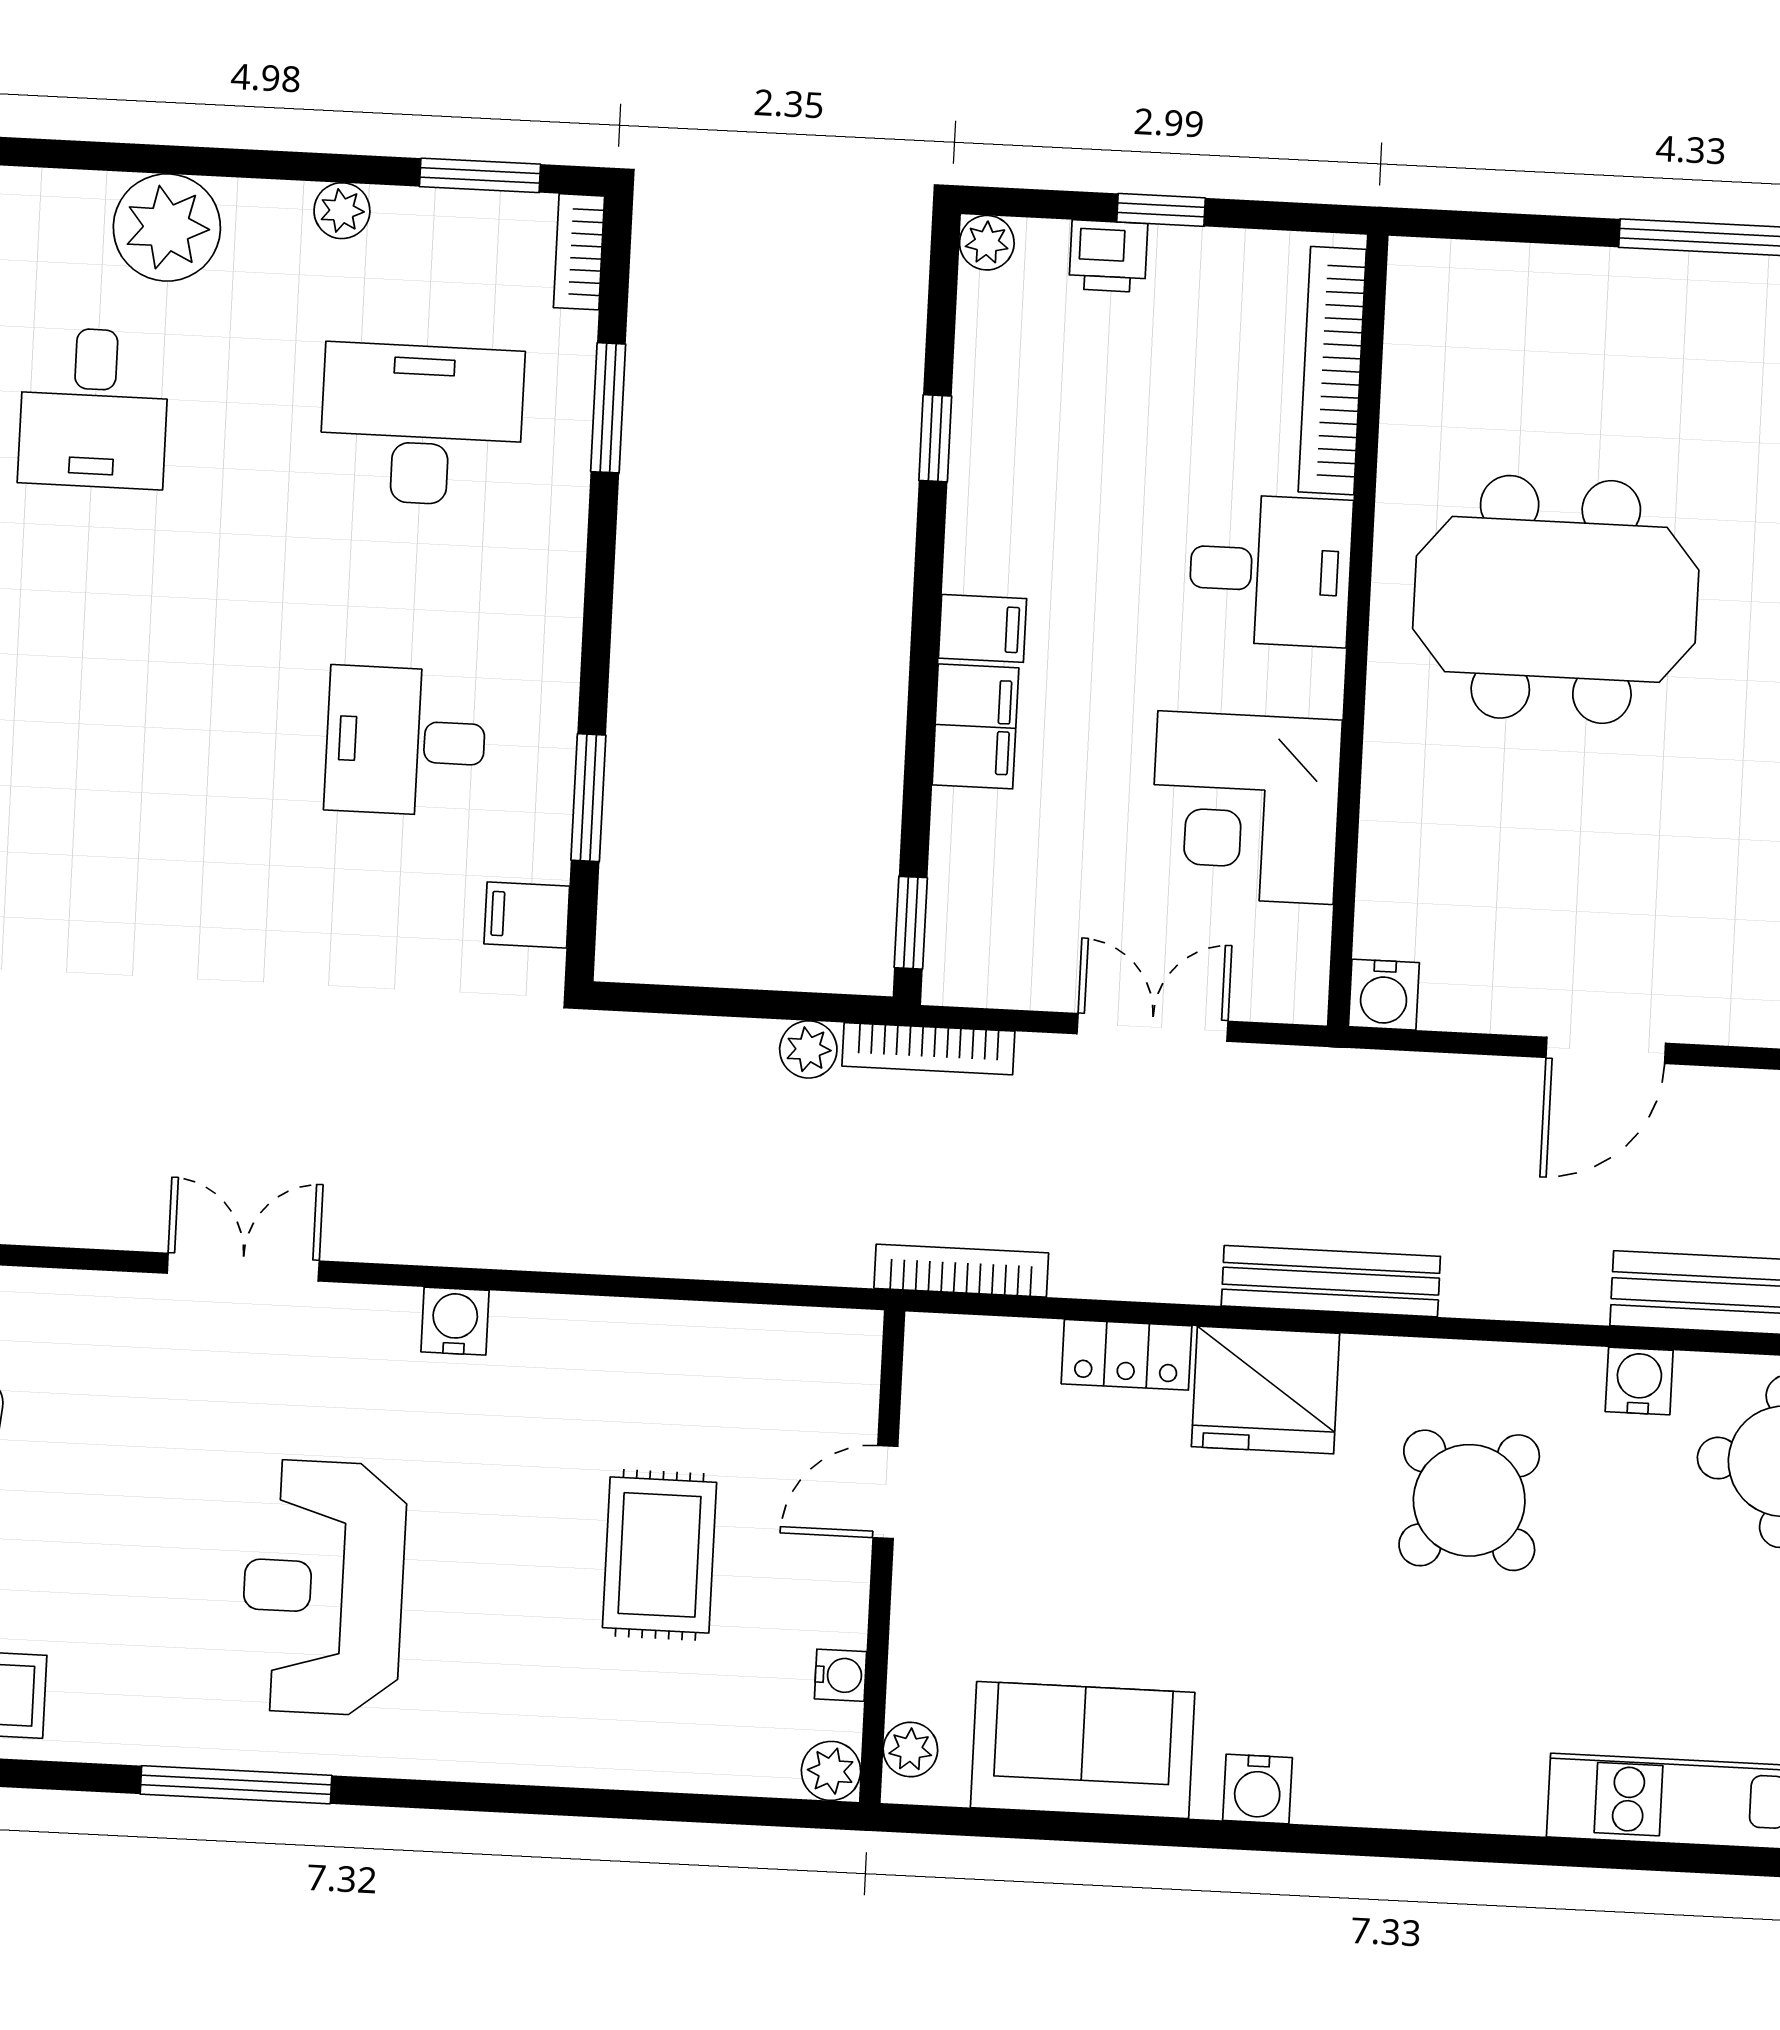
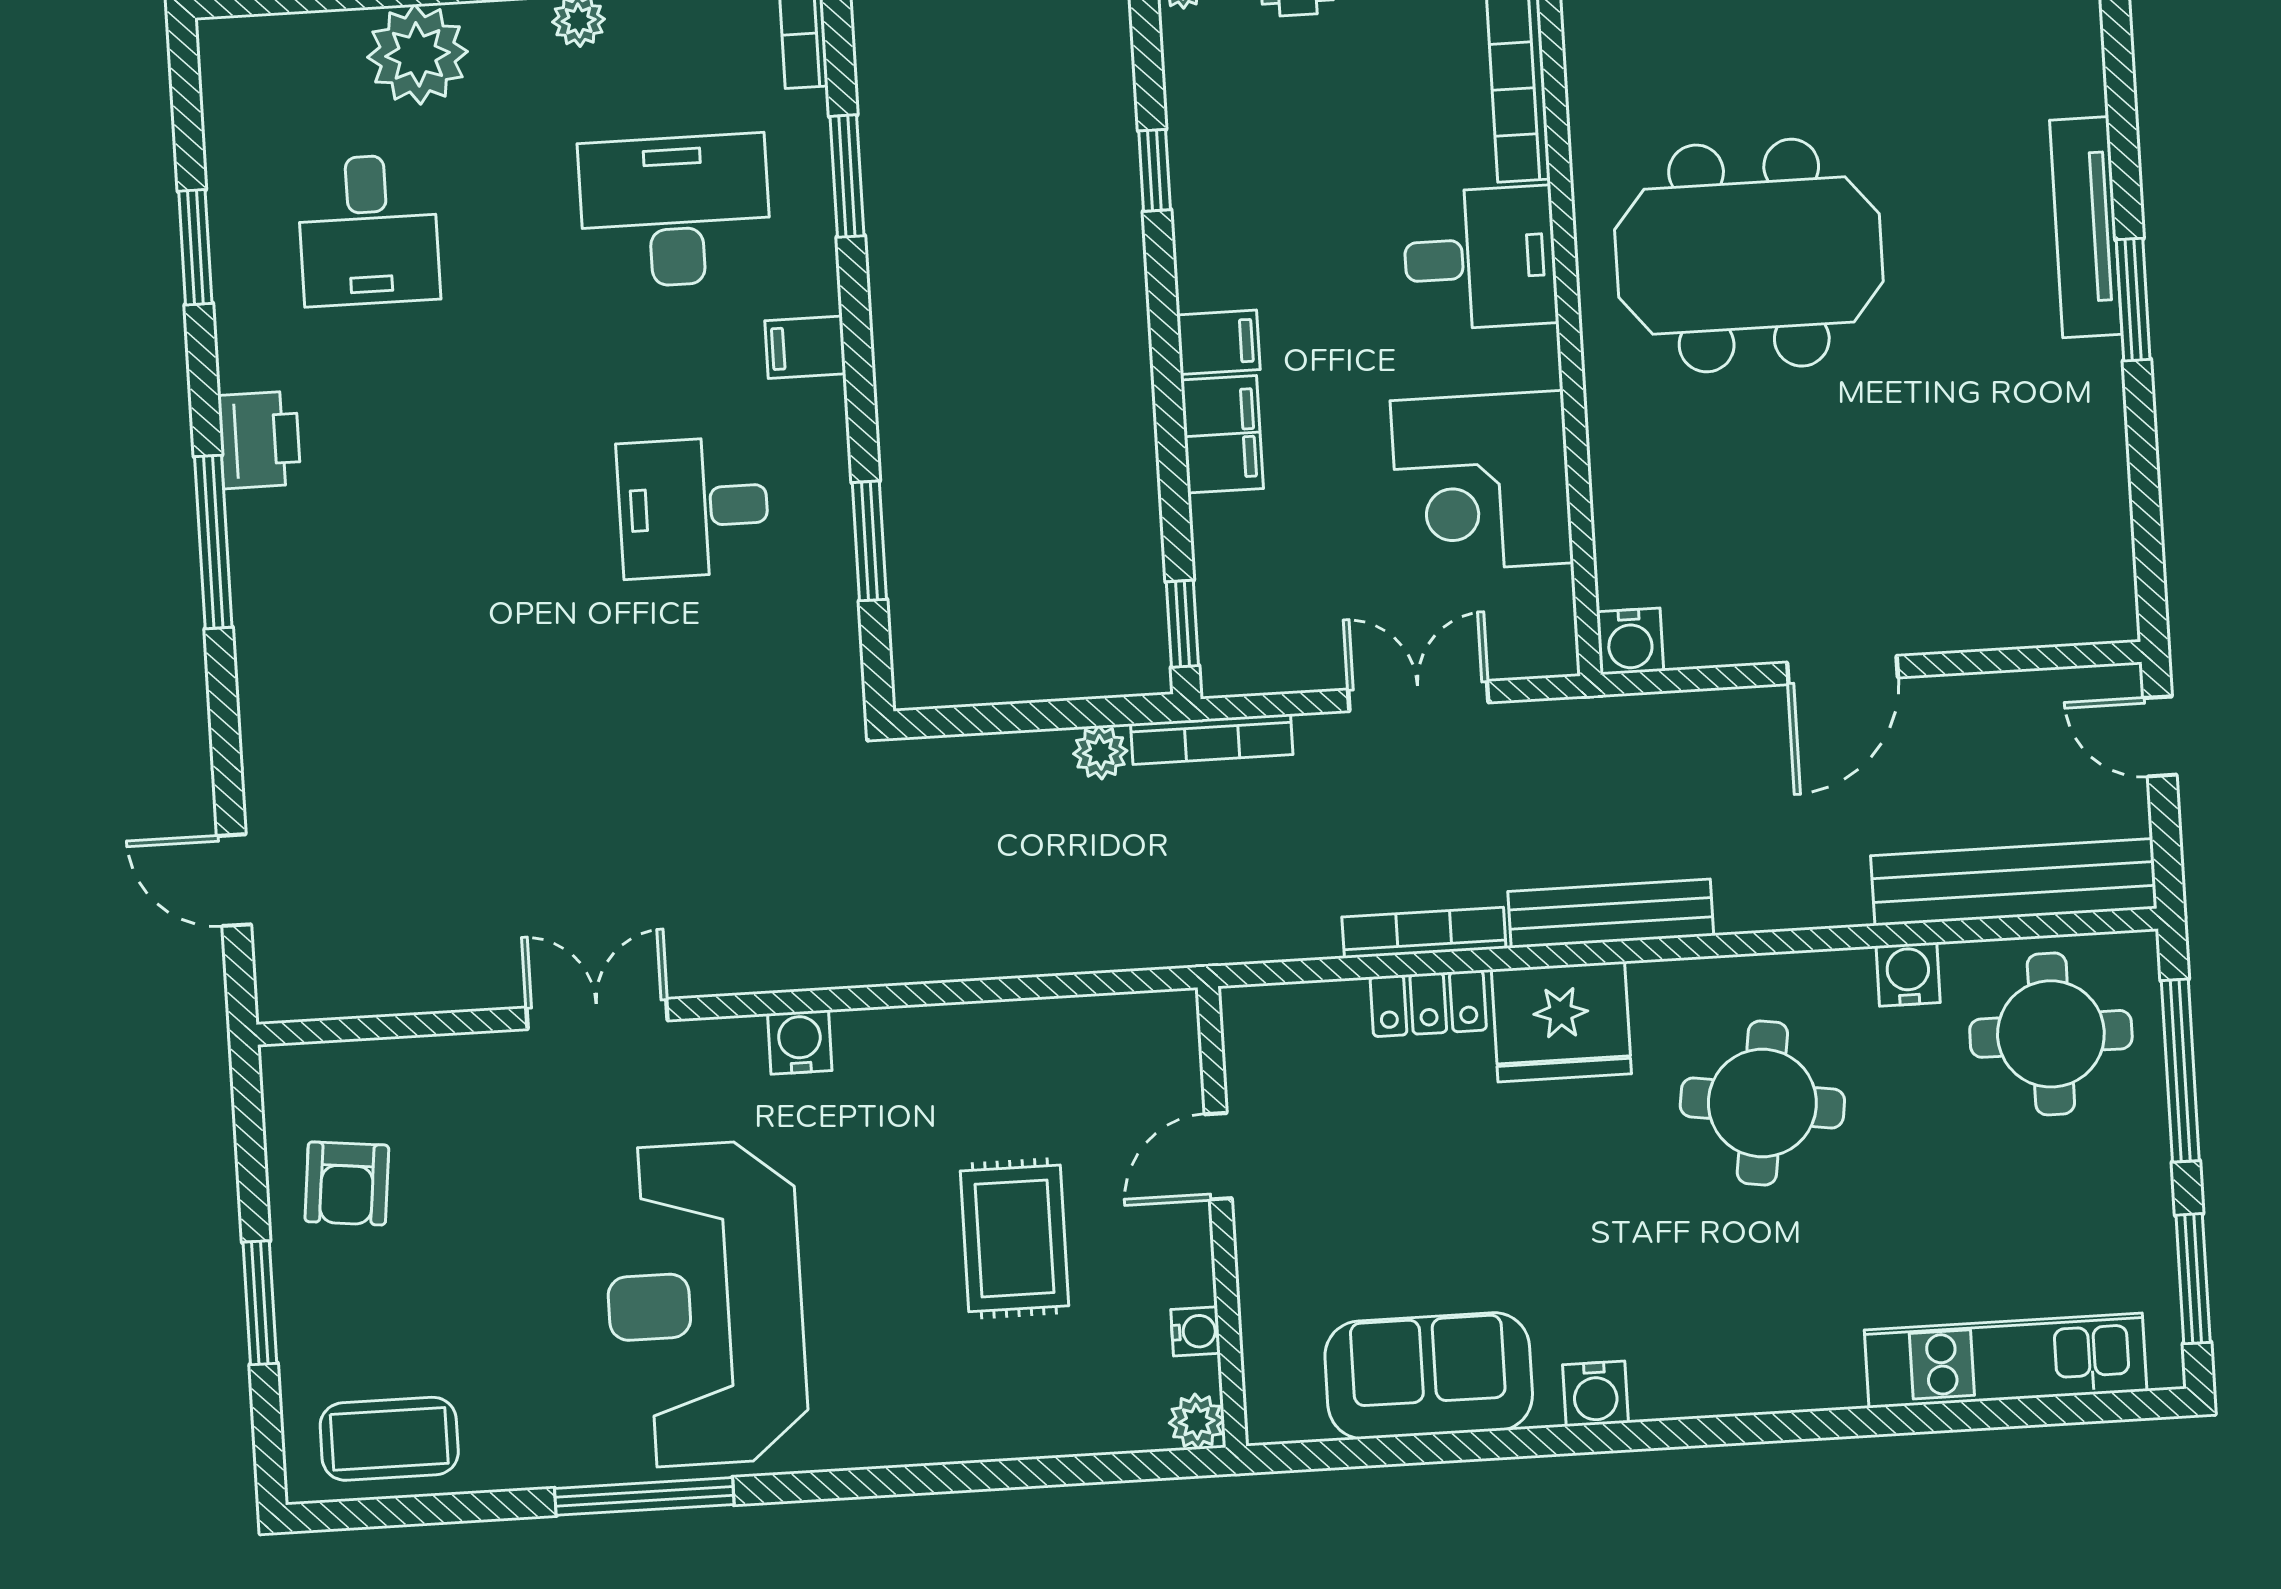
filing cabinet: (527, 915) -> (805, 347), moved
bookcase: (961, 1271) -> (1424, 933), moved
round table: (1469, 1500) -> (1762, 1103), turned -37
reception desk: (323, 1588) -> (705, 1304), width x1.36, depth x1.30
plant: (910, 1750) -> (1268, 1393), removed

